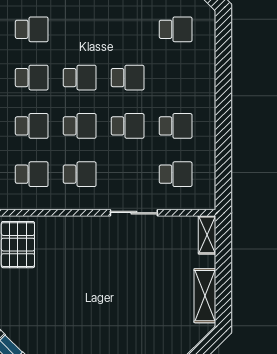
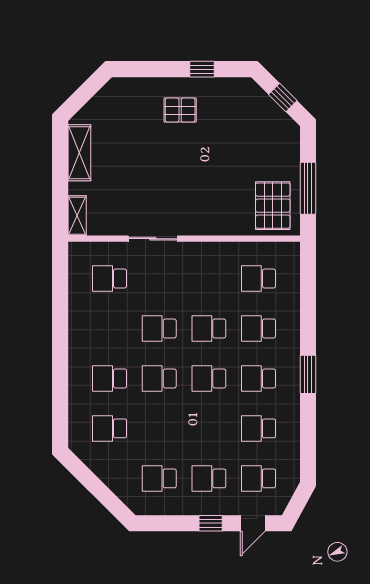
school desk: (176, 126) -> (110, 378), moved
school desk: (80, 174) -> (209, 279), removed
pallet: (108, 337) -> (180, 110), added

